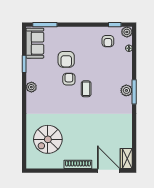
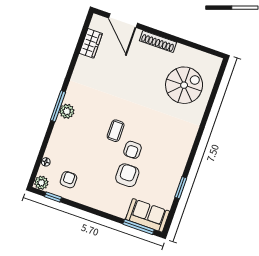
sofa: (35, 43) -> (148, 215), moved, turned 90
plant: (31, 87) -> (182, 156), removed
wardrobe: (126, 159) -> (91, 43), moved

